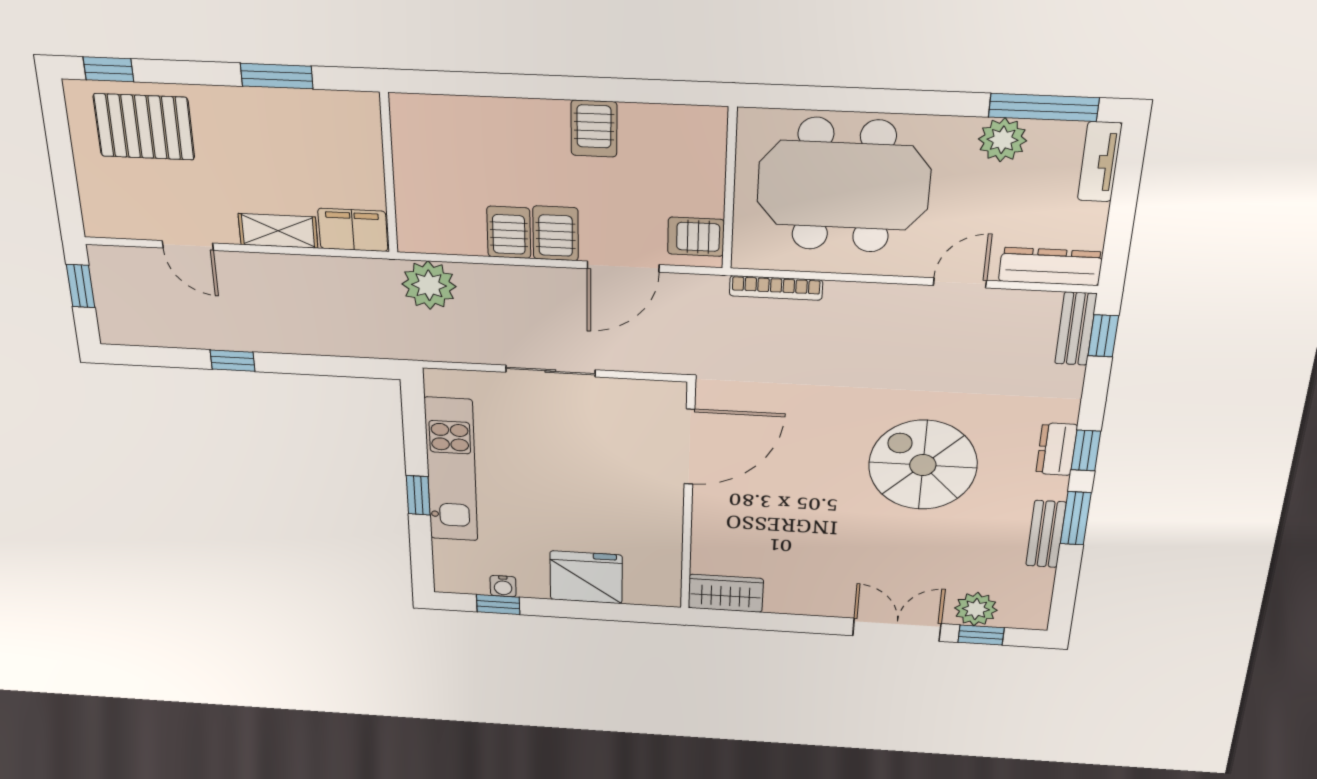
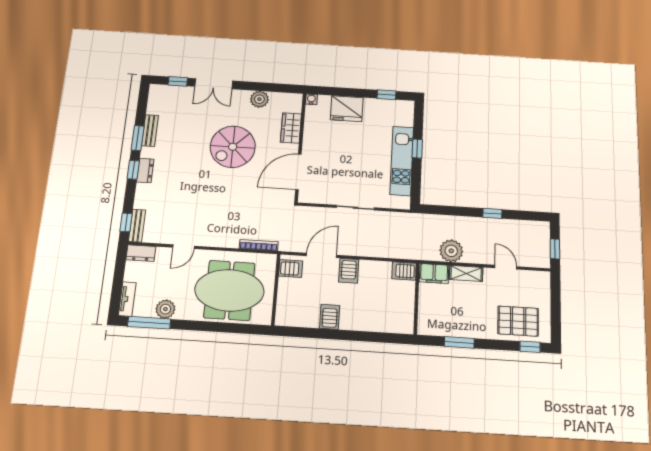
server rack: (509, 232) -> (404, 271), moved, turned 90
dresser: (1051, 267) -> (141, 253), width x0.70
plant: (429, 285) -> (451, 251), moved
spiral stairs: (923, 465) -> (233, 147), moved, turned 90
water cooler: (503, 586) -> (311, 99), moved
wardrobe: (726, 593) -> (291, 128), moved, turned 90
plant: (976, 609) -> (259, 99), moved

